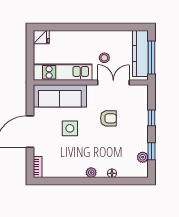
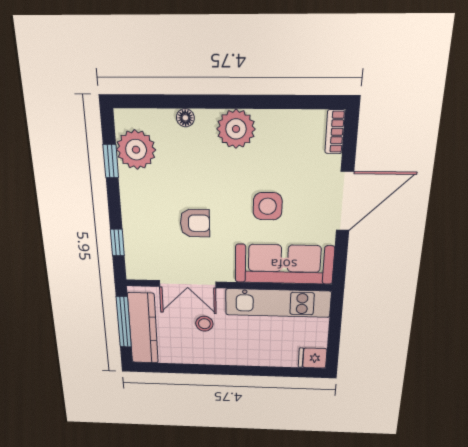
armchair: (108, 118) -> (195, 223), turned 180
window: (151, 118) -> (117, 243), moved
plant: (143, 157) -> (136, 150), width x1.88, depth x1.88
plant: (91, 173) -> (236, 129), width x1.87, depth x1.87

